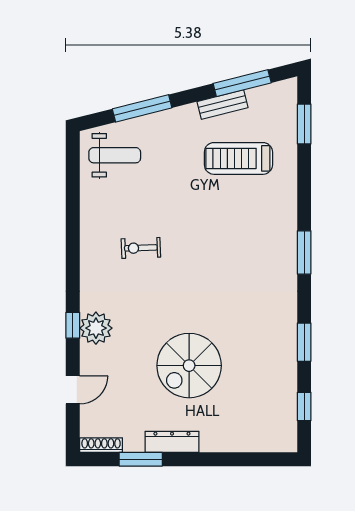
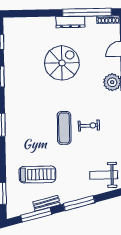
window: (142, 108) -> (79, 203), moved
exercise mat: (187, 244) -> (64, 128), added
window: (141, 459) -> (87, 12), width x2.11

